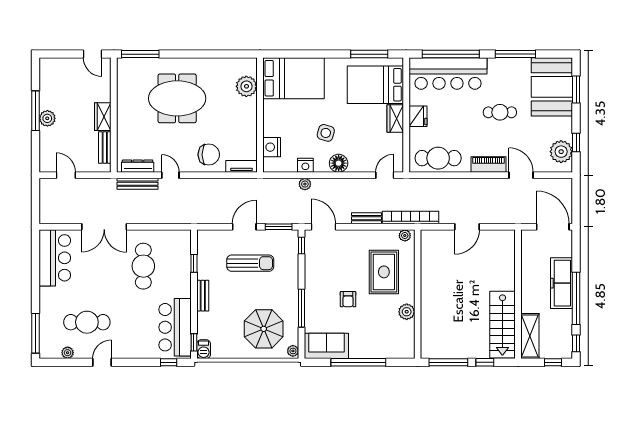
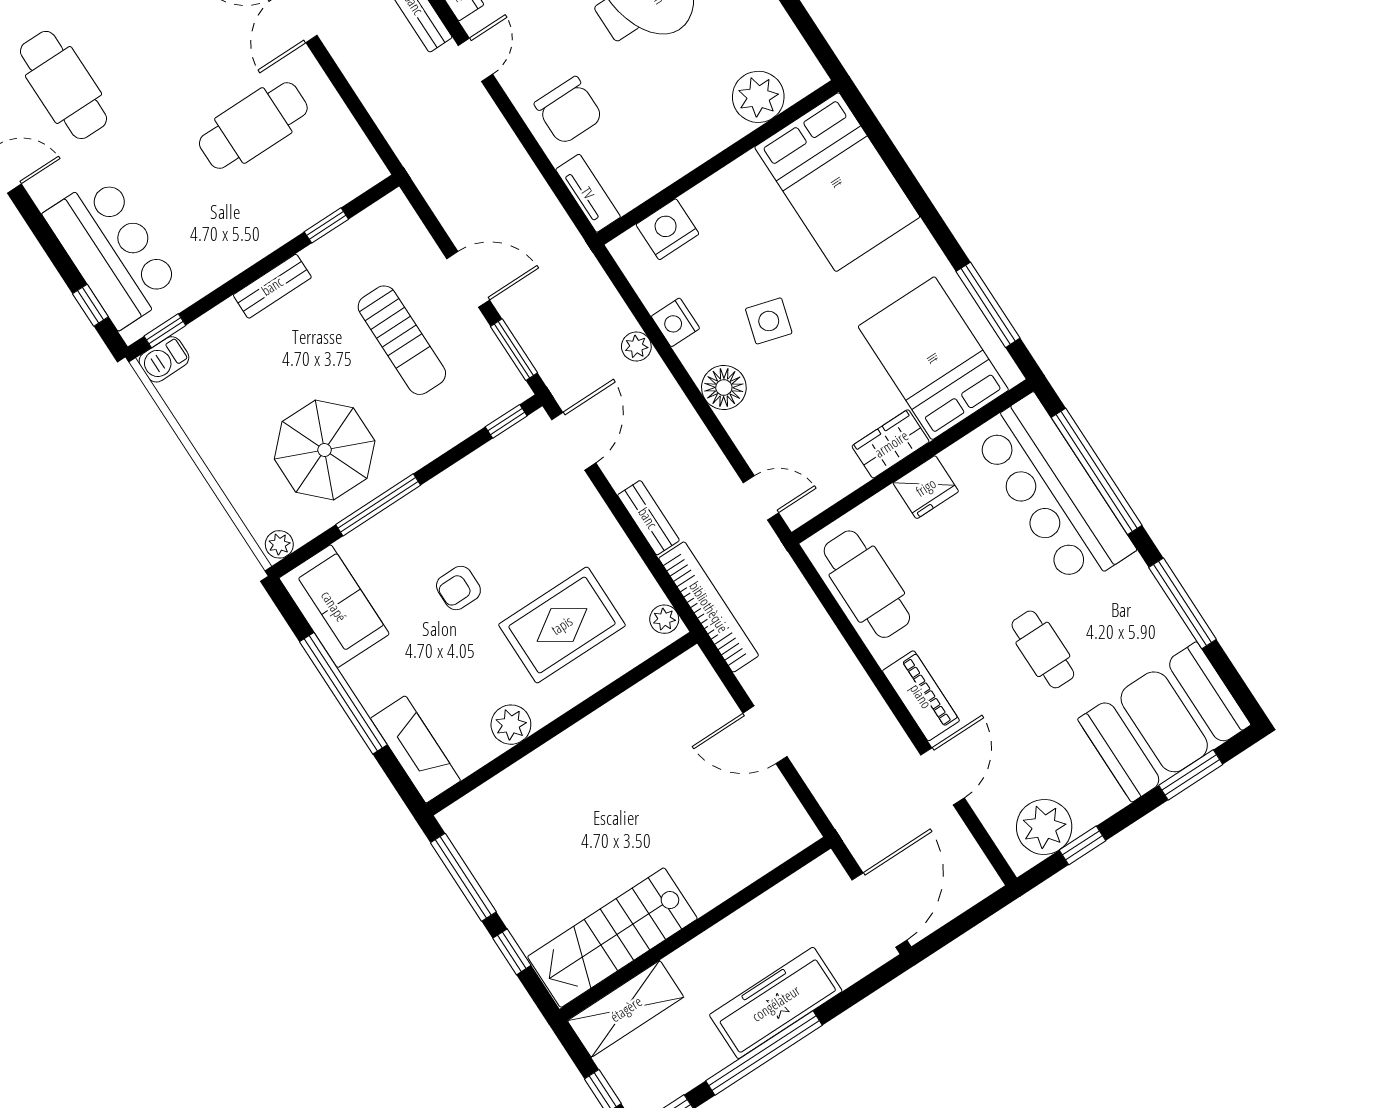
bar counter: (175, 327) -> (113, 251), moved, turned 90
parasol: (264, 329) -> (325, 450), moved
fireplace: (394, 350) -> (416, 749), added

